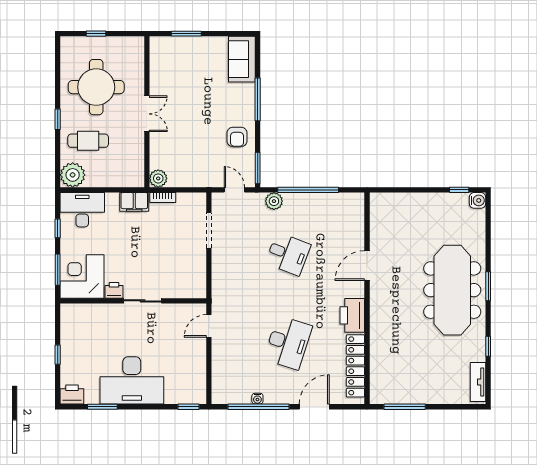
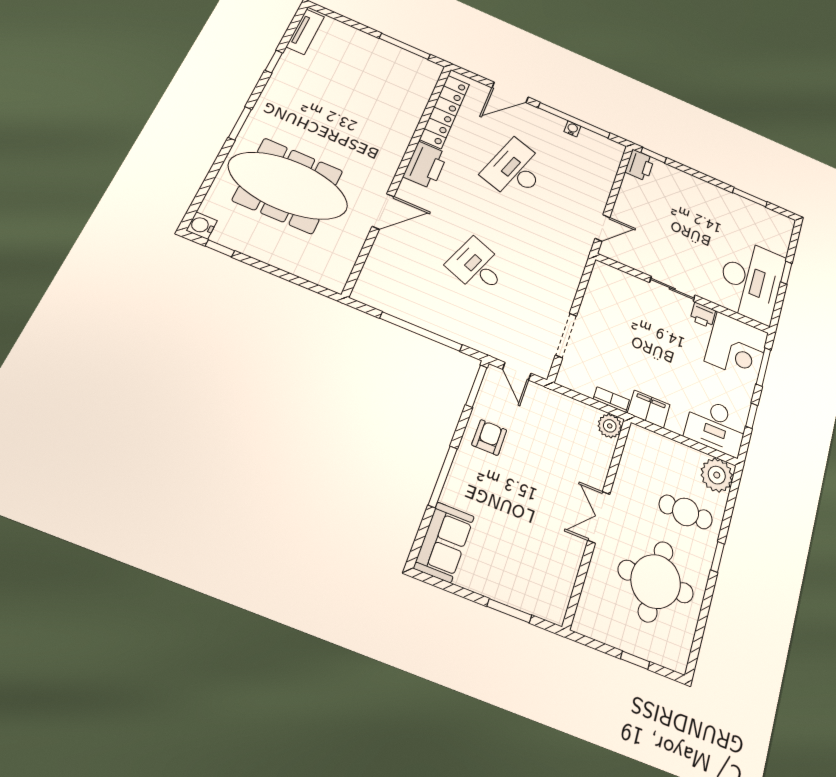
plant: (274, 201) -> (471, 336), removed
meeting table: (452, 290) -> (288, 186), moved, turned 90
desk: (132, 380) -> (751, 281), moved, turned 90
printer: (72, 394) -> (640, 165), moved, turned -90

